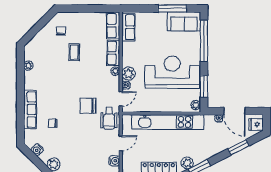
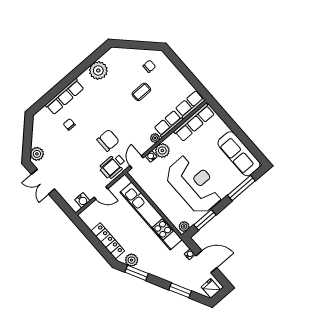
window: (172, 9) -> (245, 140), removed
sofa: (184, 21) -> (239, 154), width x1.36
row of seats: (128, 27) -> (194, 123), width x1.48
window: (204, 41) -> (241, 188), width x0.68
plant: (28, 65) -> (98, 70), width x1.88, depth x1.88
door: (121, 99) -> (137, 162), swing flipped
chair: (88, 106) -> (108, 140), turned 90
door: (234, 111) -> (206, 262), swing flipped
water cooler: (37, 150) -> (37, 130), removed

